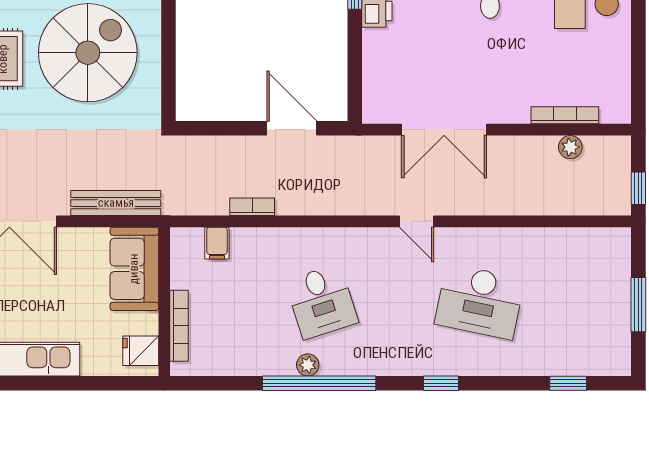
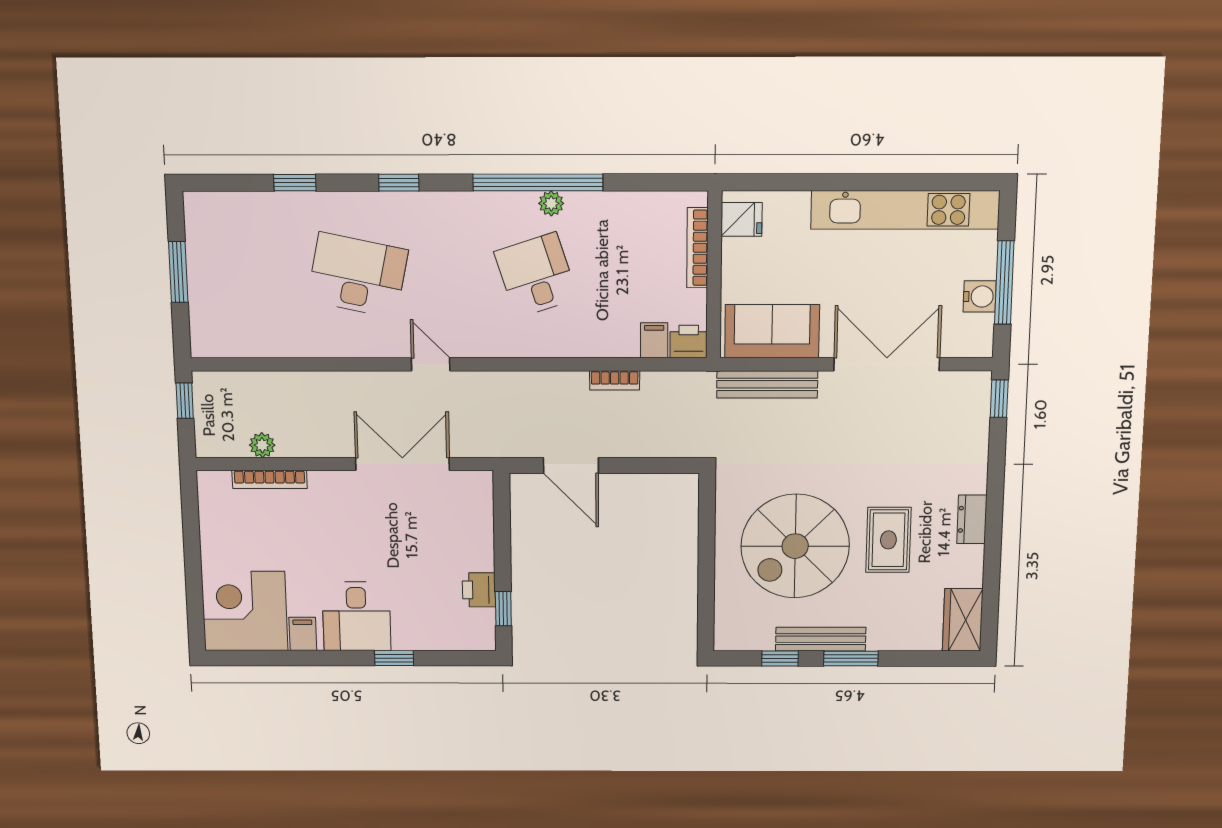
printer: (186, 242) -> (689, 342), added
sofa: (134, 269) -> (772, 331), moved, turned -90
window: (568, 383) -> (295, 183), moved

